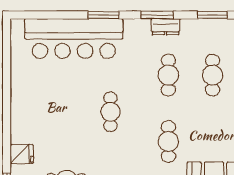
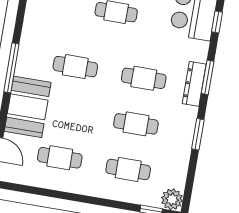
window: (104, 15) -> (217, 22), width x0.67
dresser: (165, 27) -> (194, 84), width x1.44

